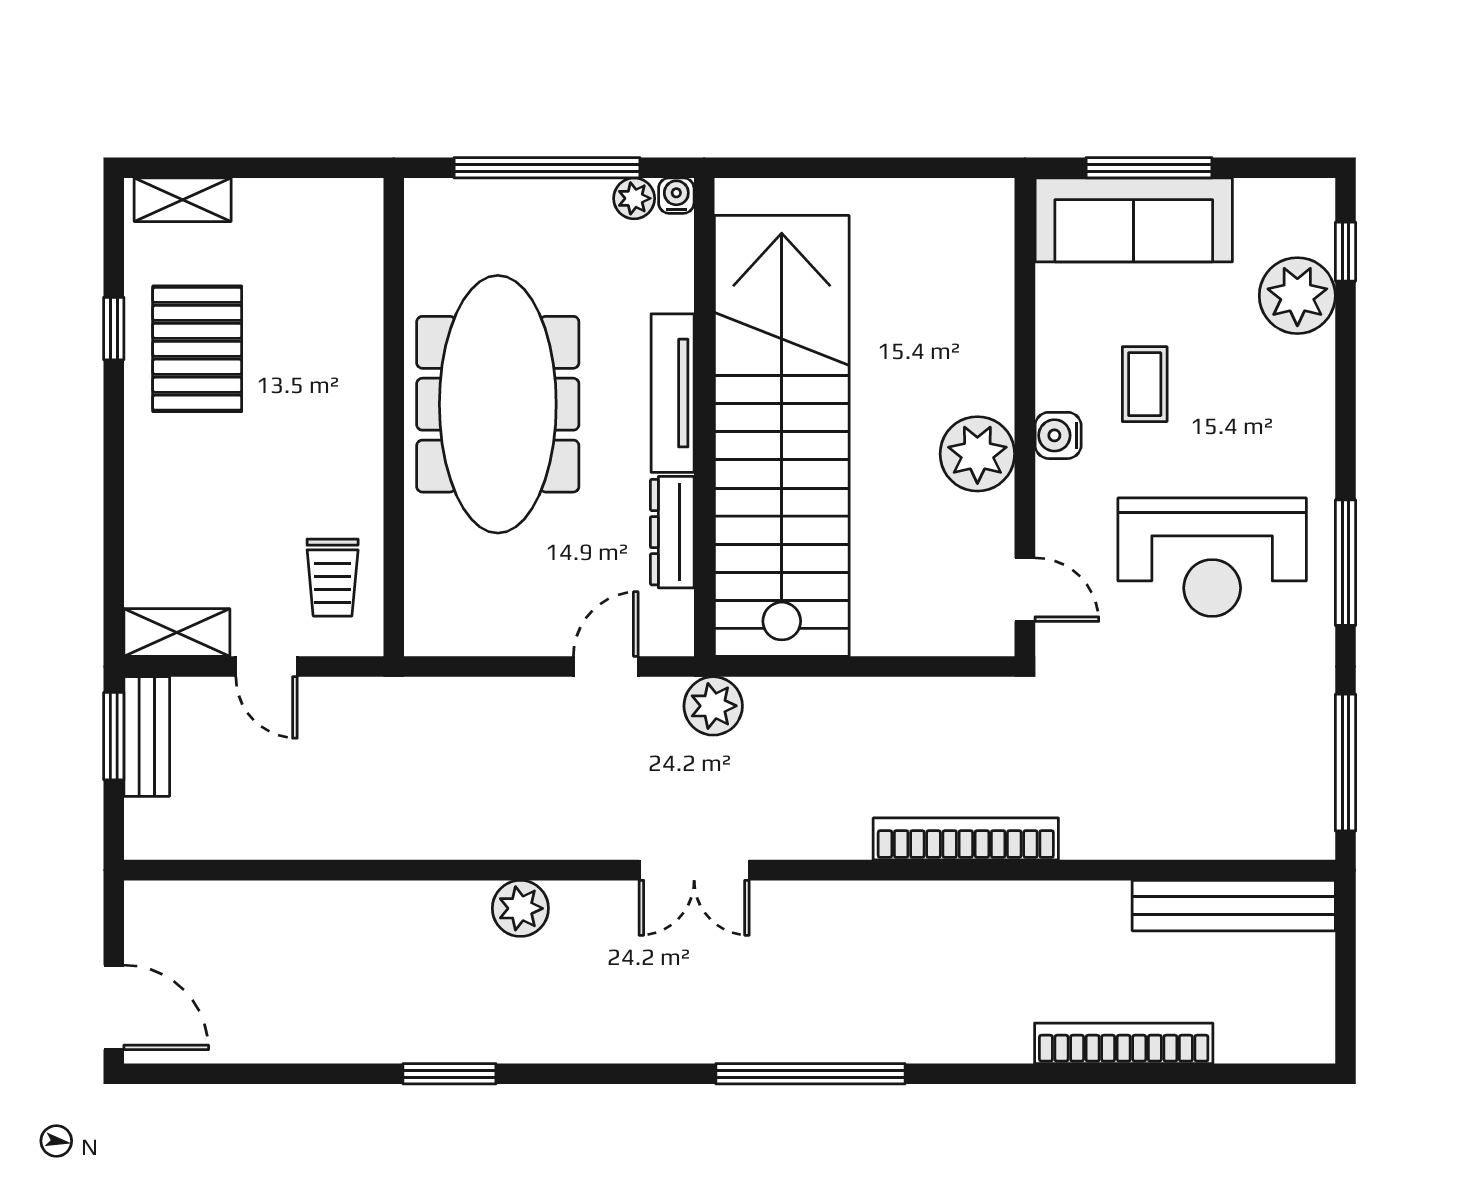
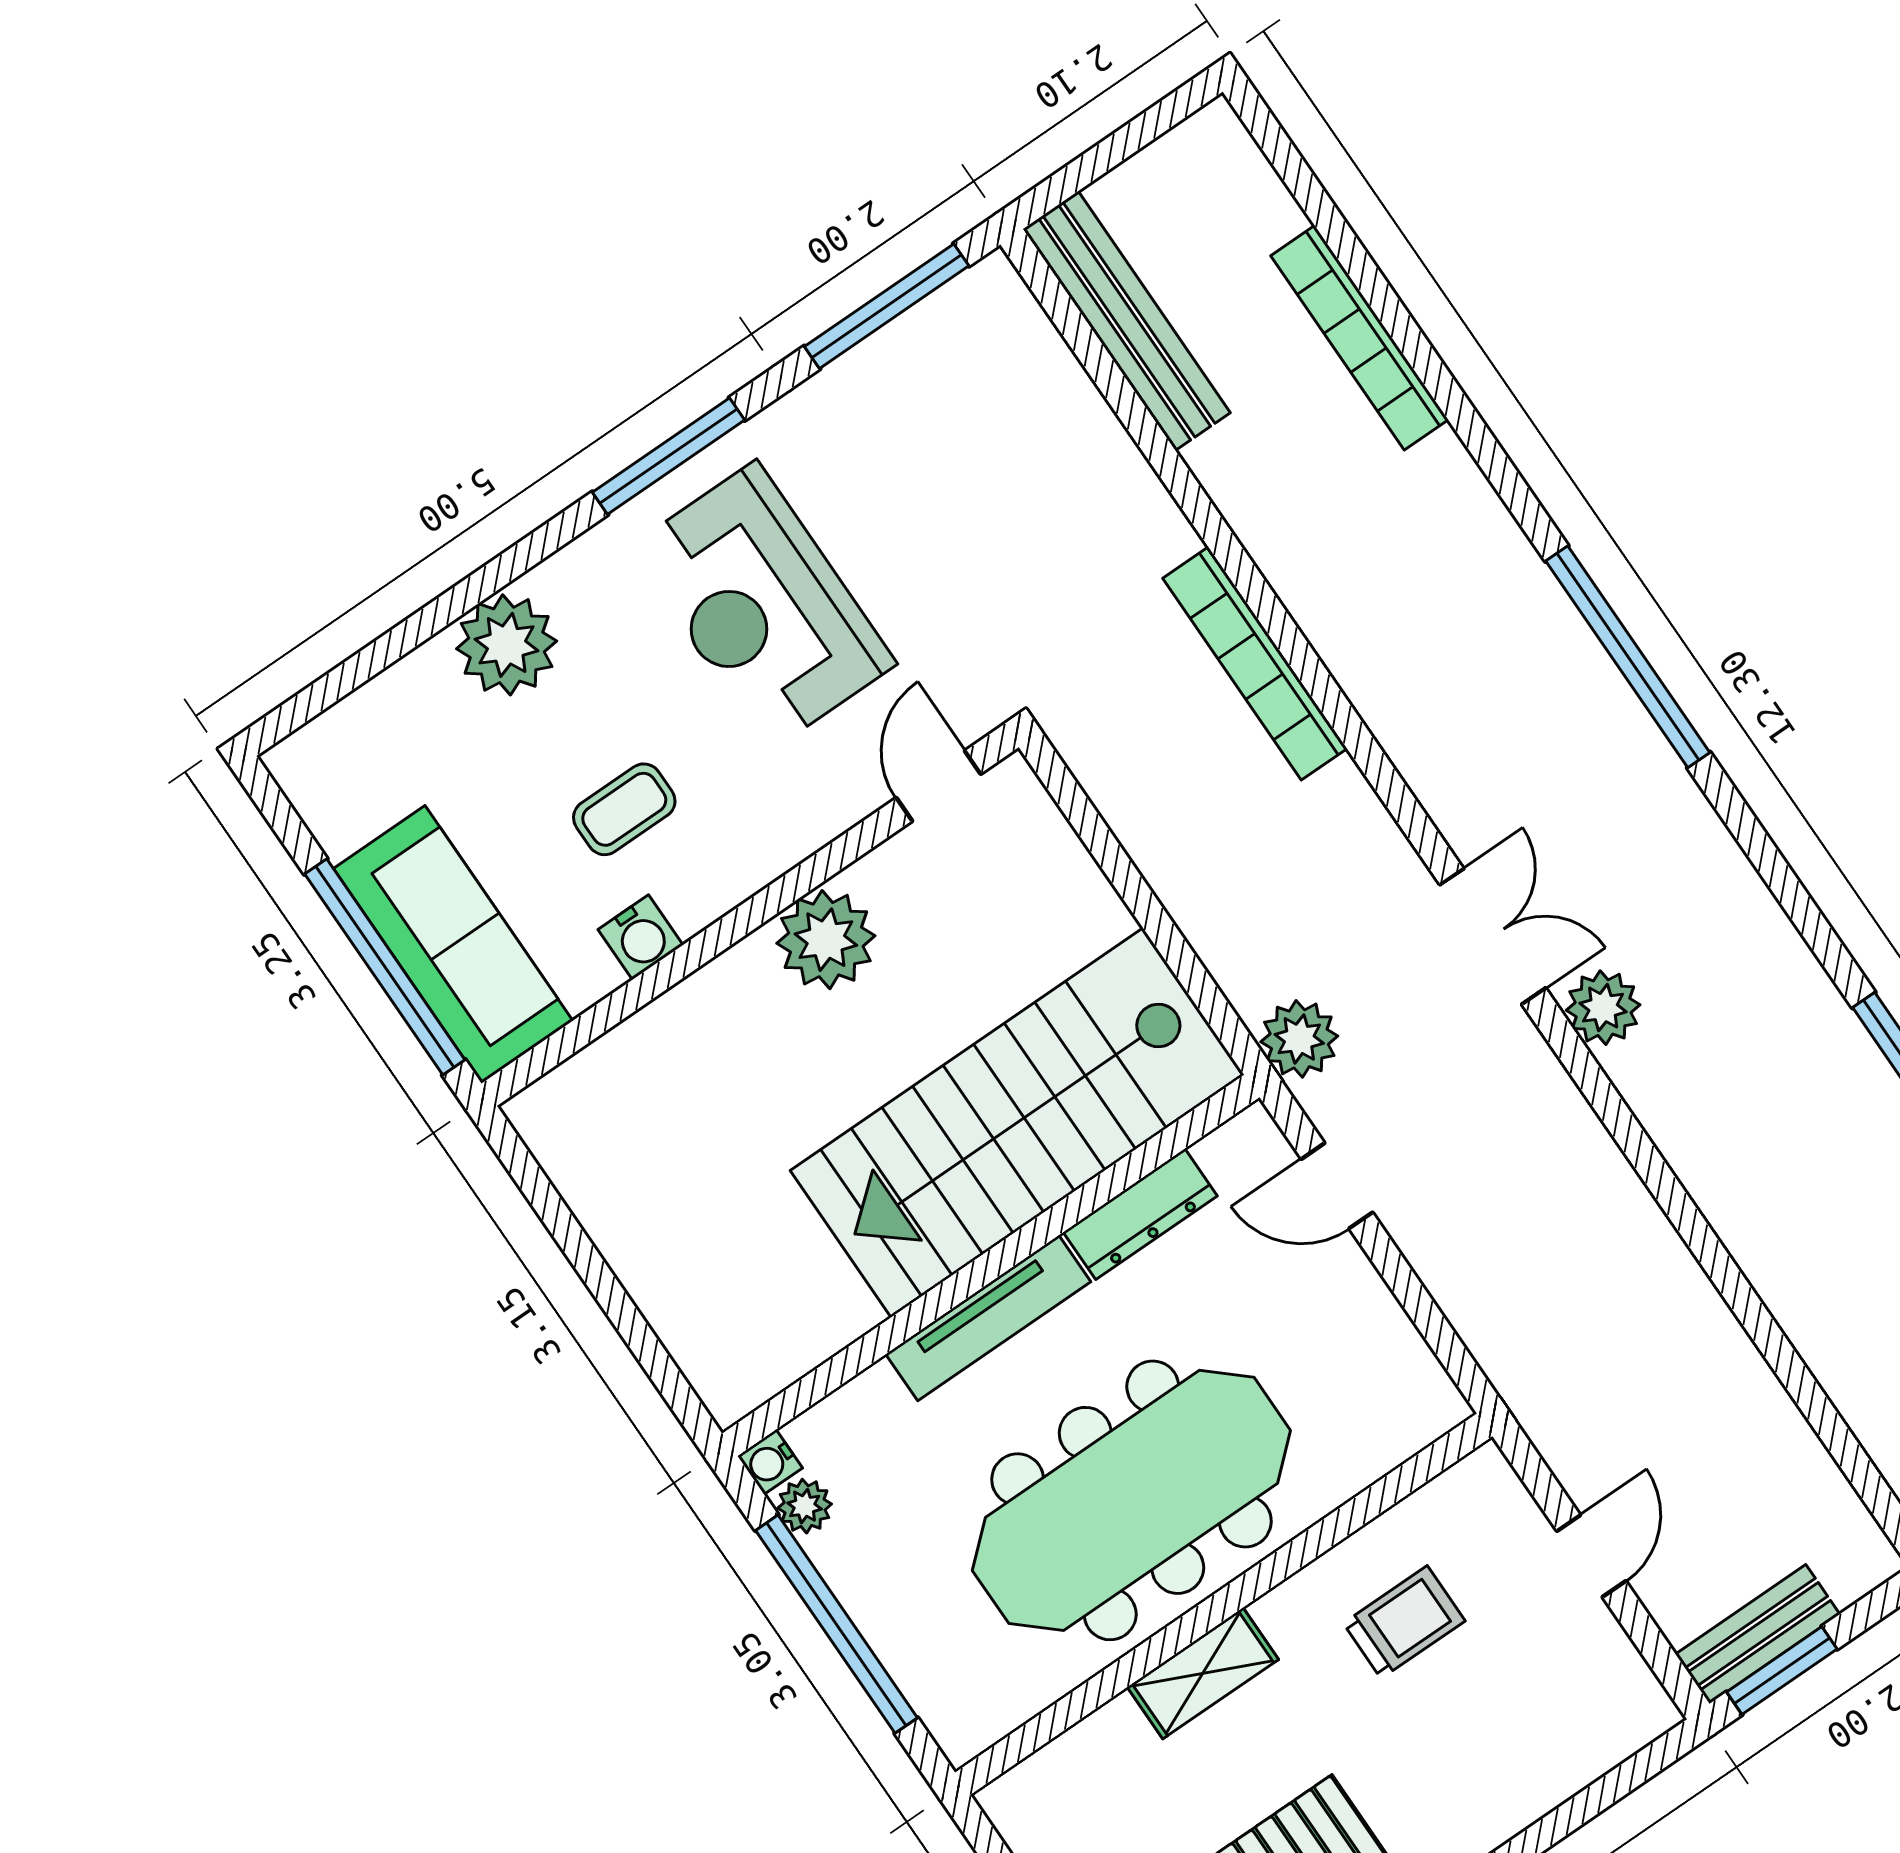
window: (1149, 168) -> (385, 967), width x1.46
window: (1346, 252) -> (329, 689), removed
plant: (1297, 296) -> (507, 645), moved
water cooler: (1058, 435) -> (641, 937), moved
stairs: (782, 436) -> (1017, 1123), width x0.73
reception desk: (1212, 557) -> (763, 606), turned 180
trolley: (333, 578) -> (1404, 1622), moved
shelving: (177, 633) -> (1203, 1673), moved, turned 90
plant: (520, 908) -> (1603, 1008), moved

